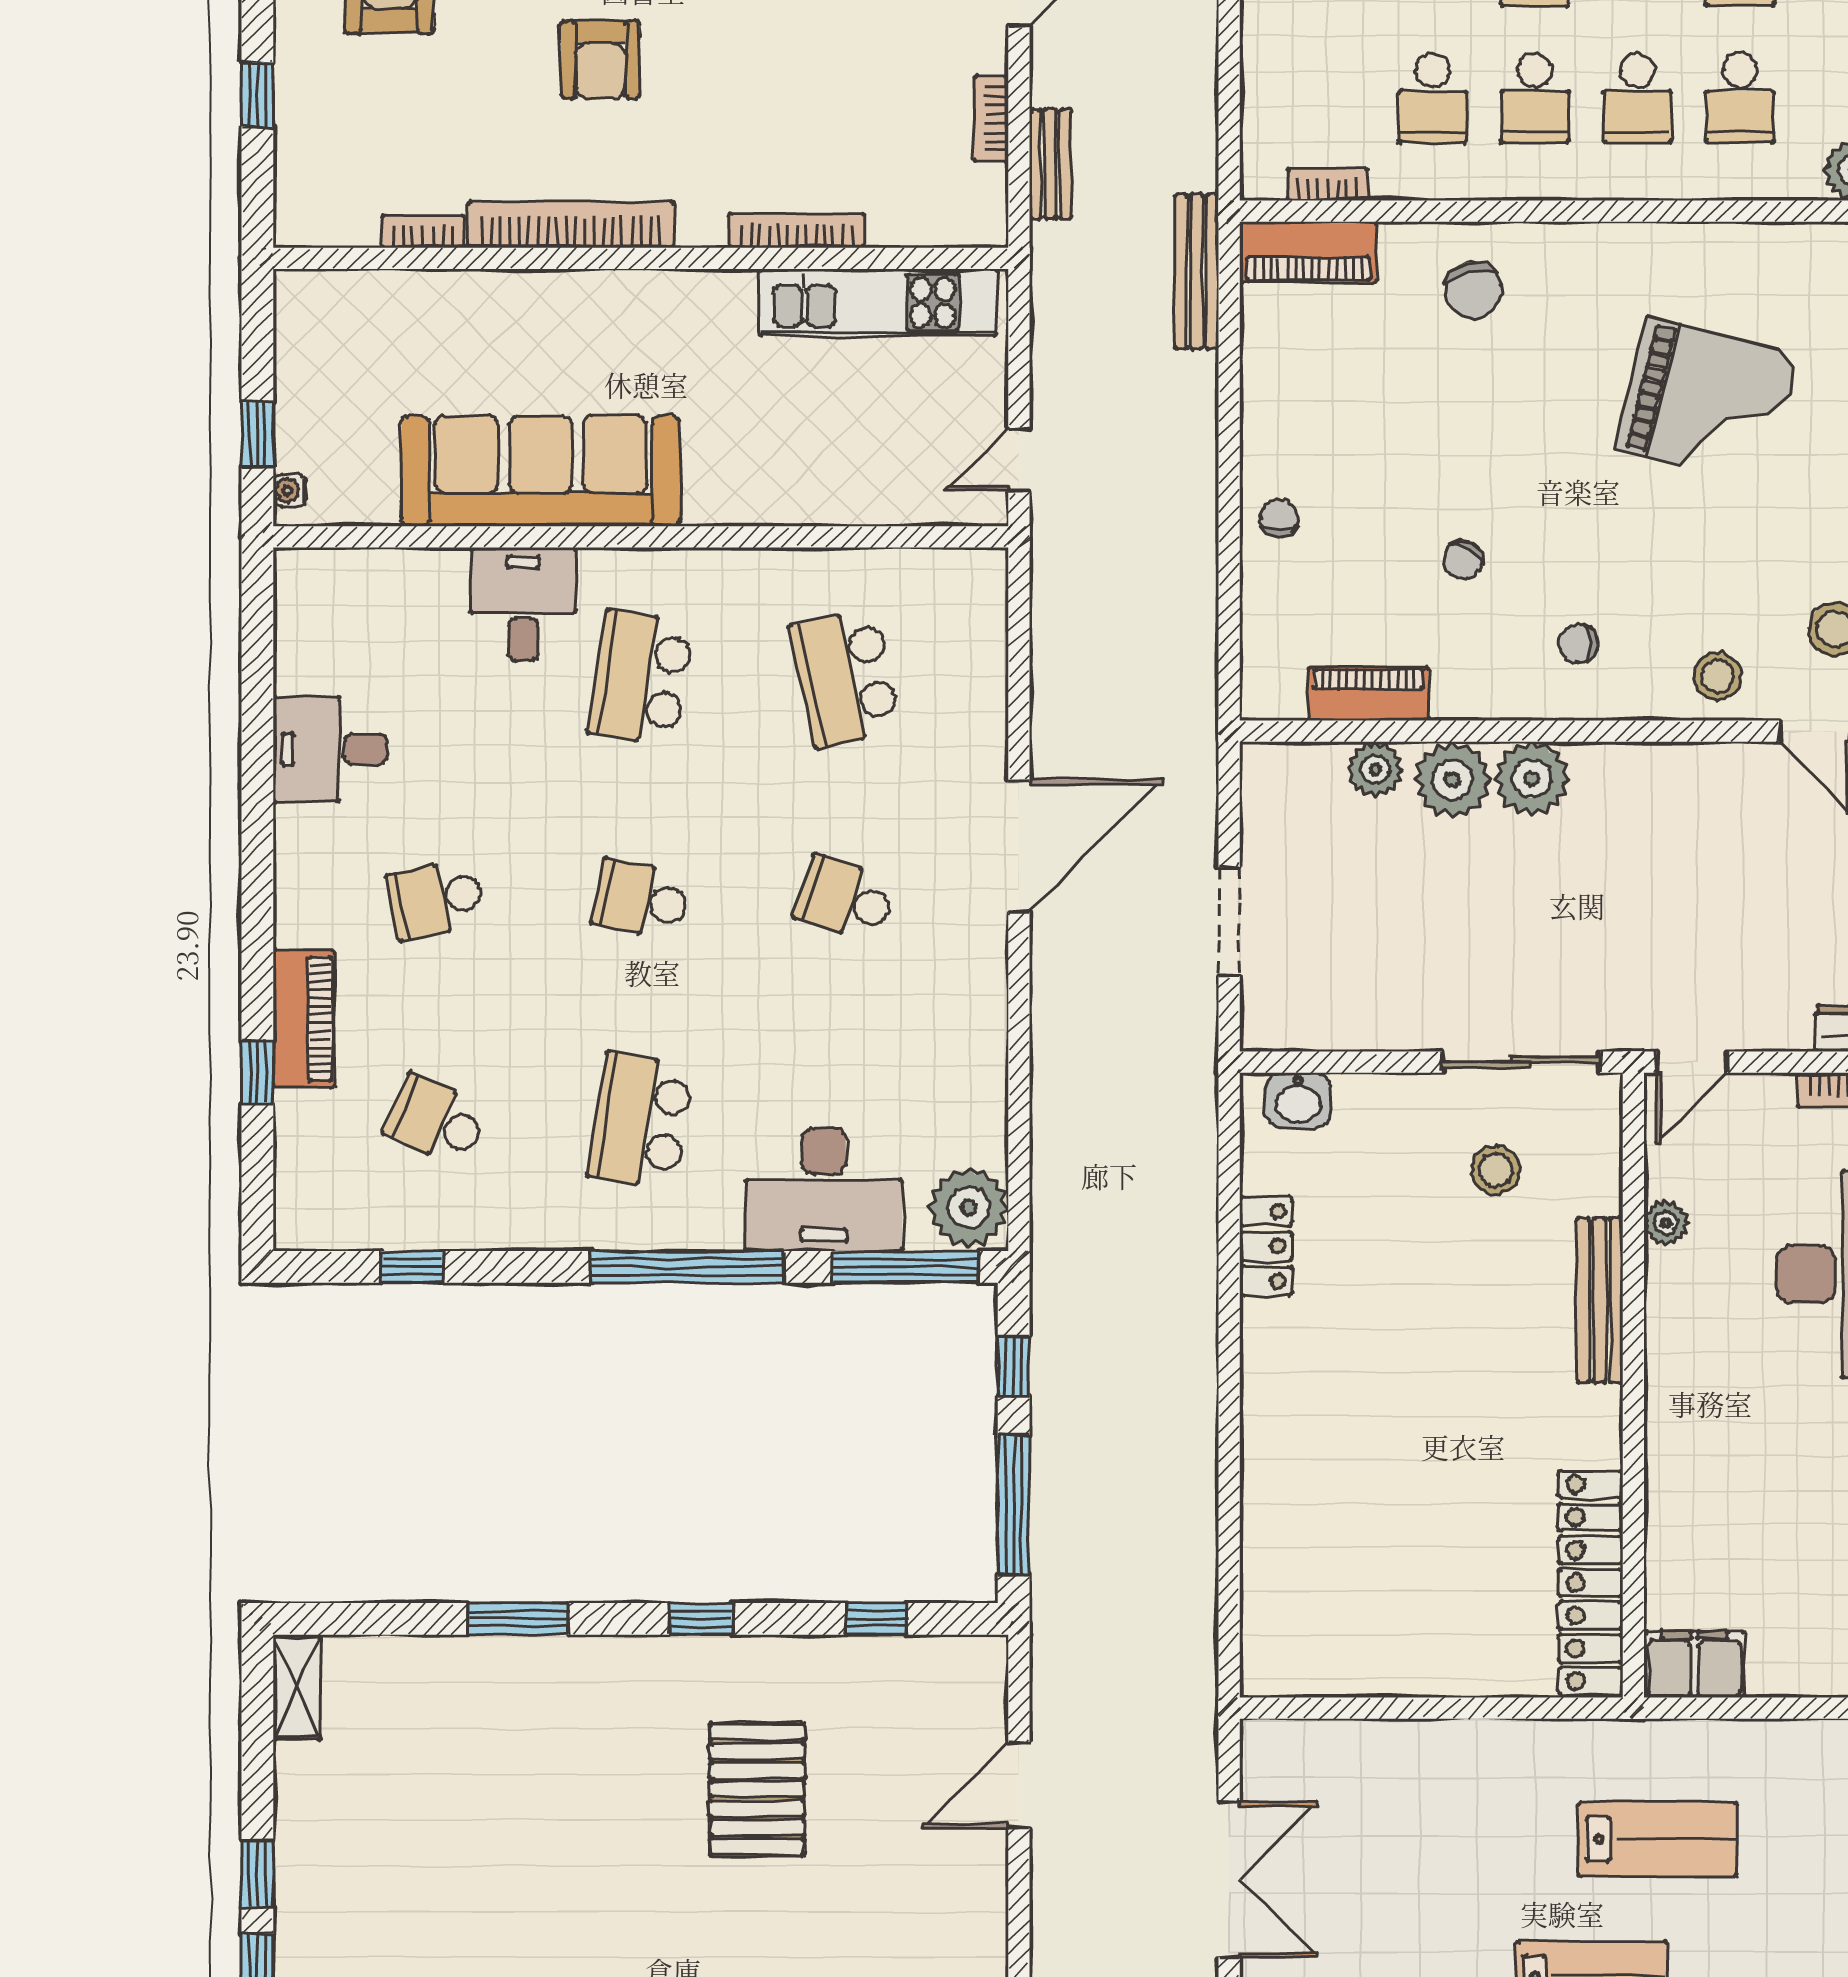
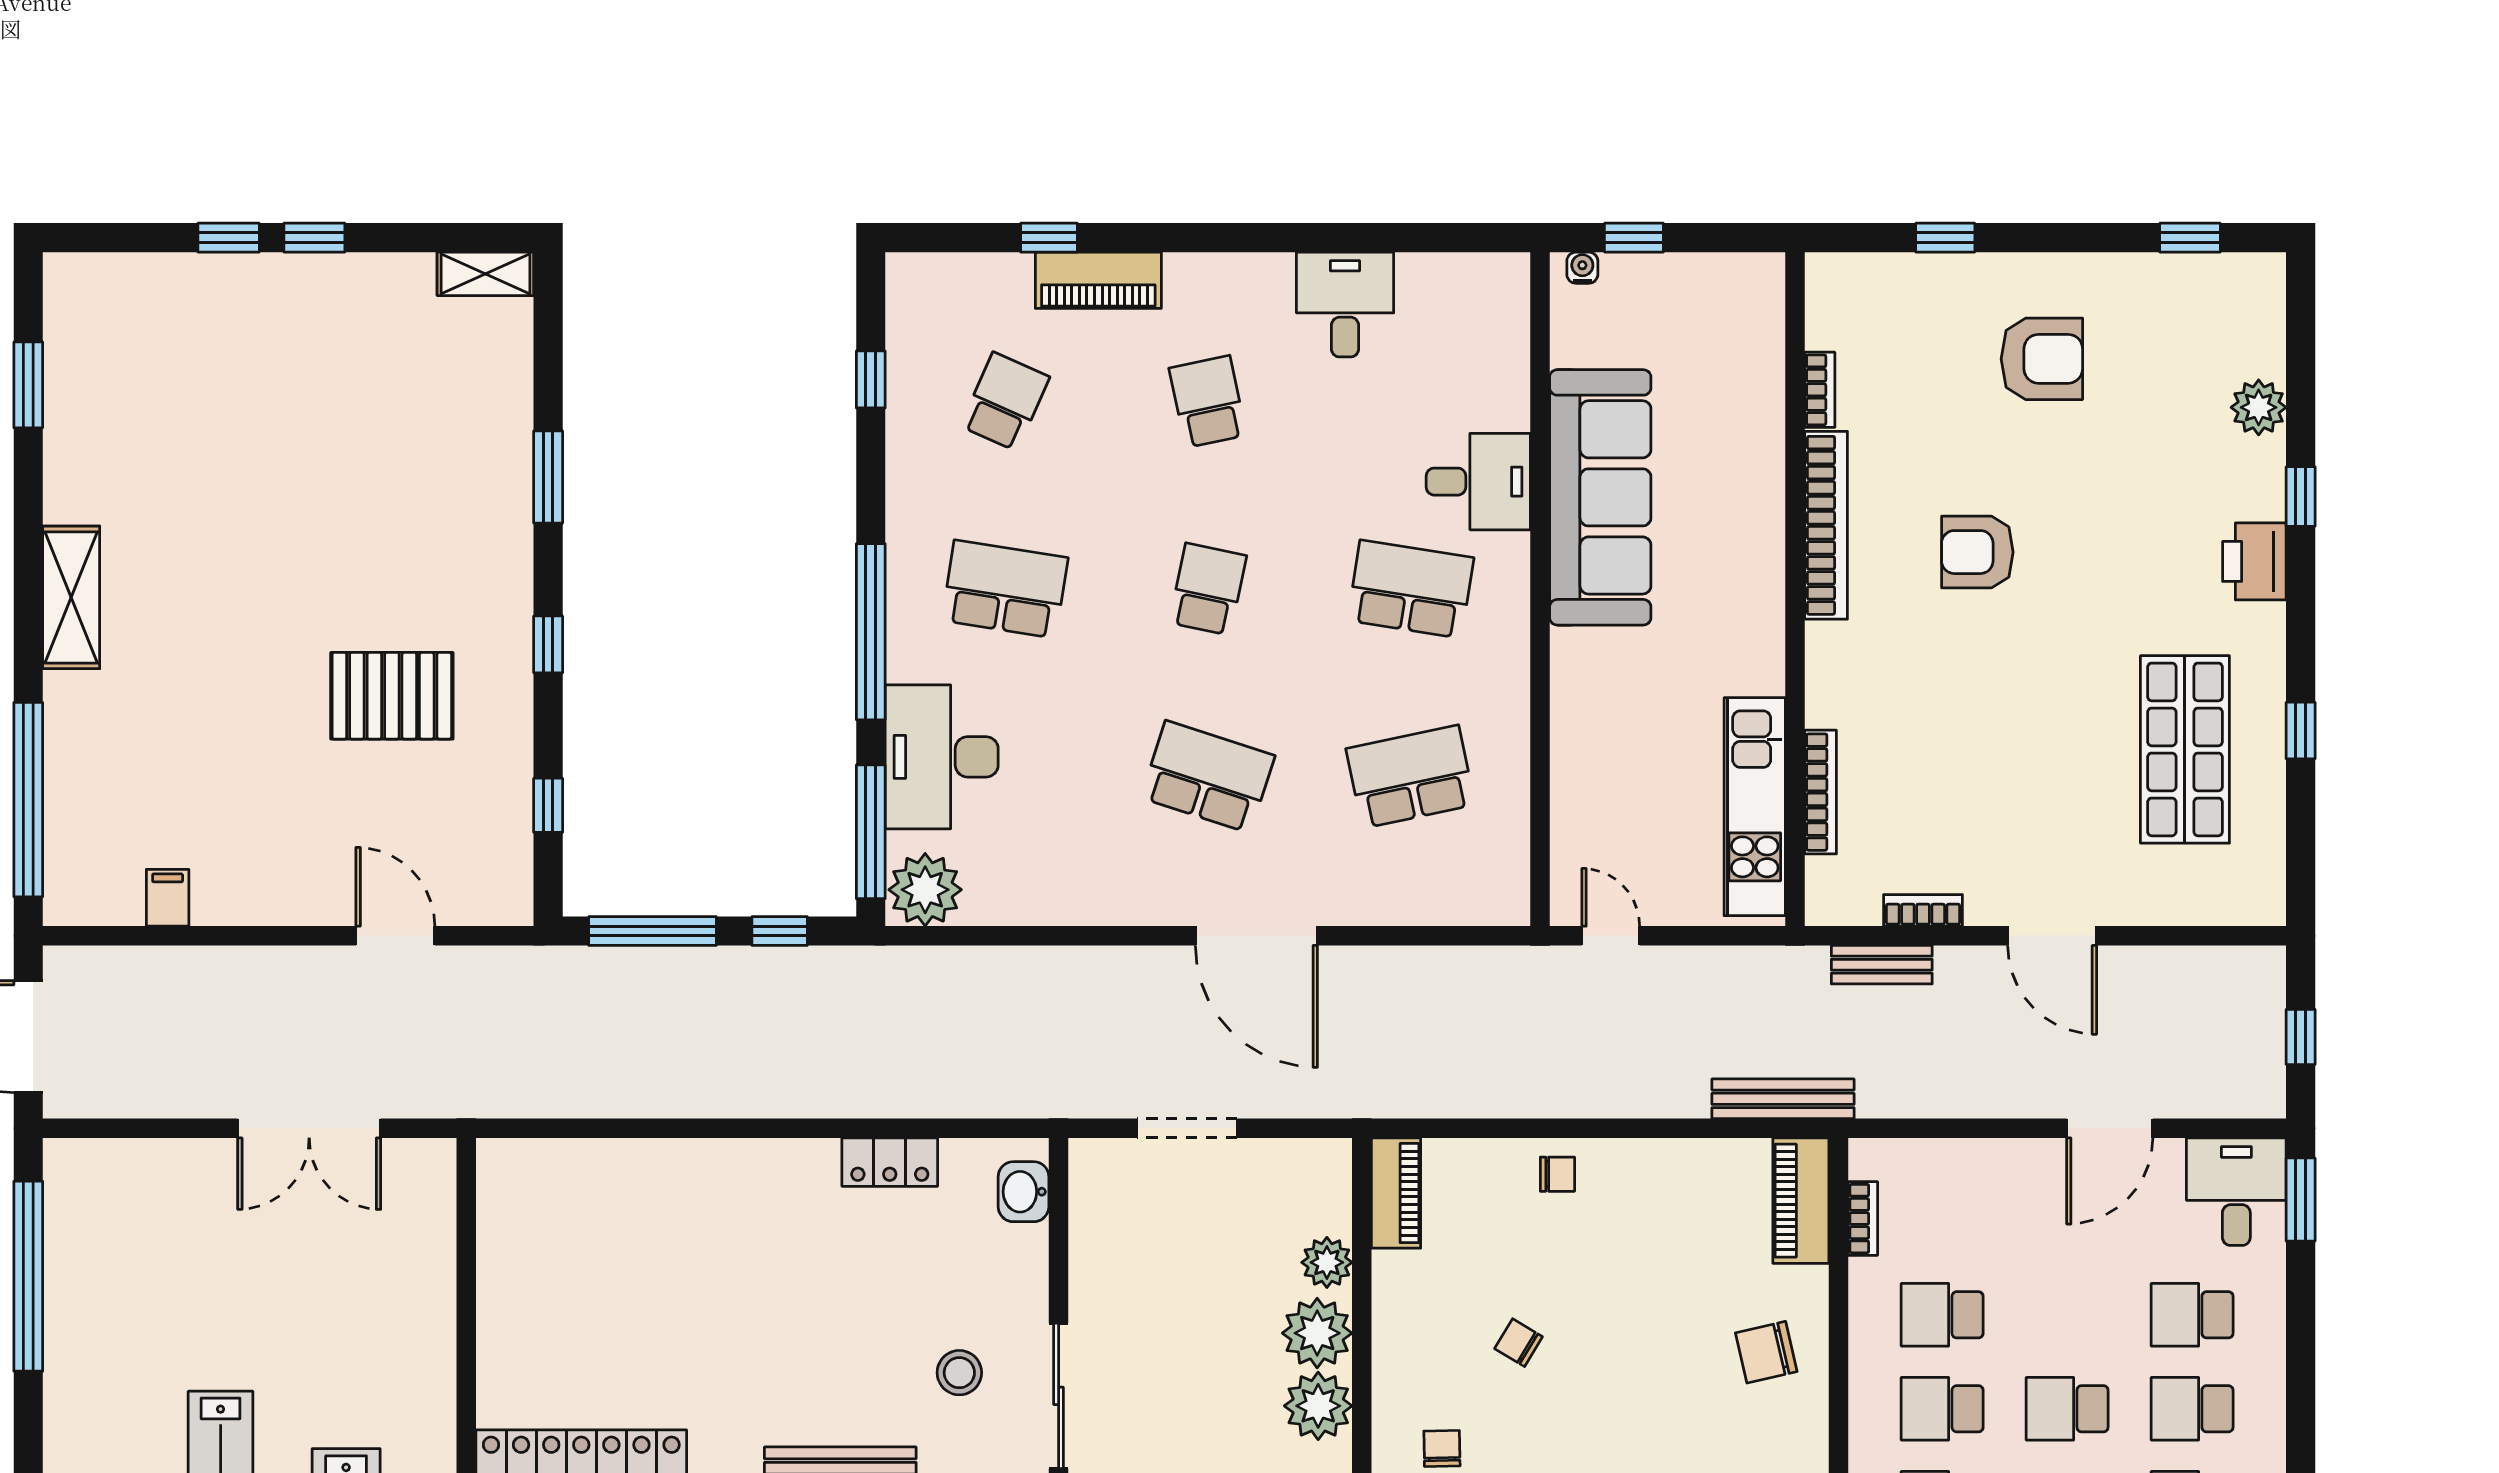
bookcase: (797, 231) -> (1821, 792), moved
piano: (1368, 694) -> (1396, 1193), moved
school desk: (845, 899) -> (1208, 777), width x1.85

